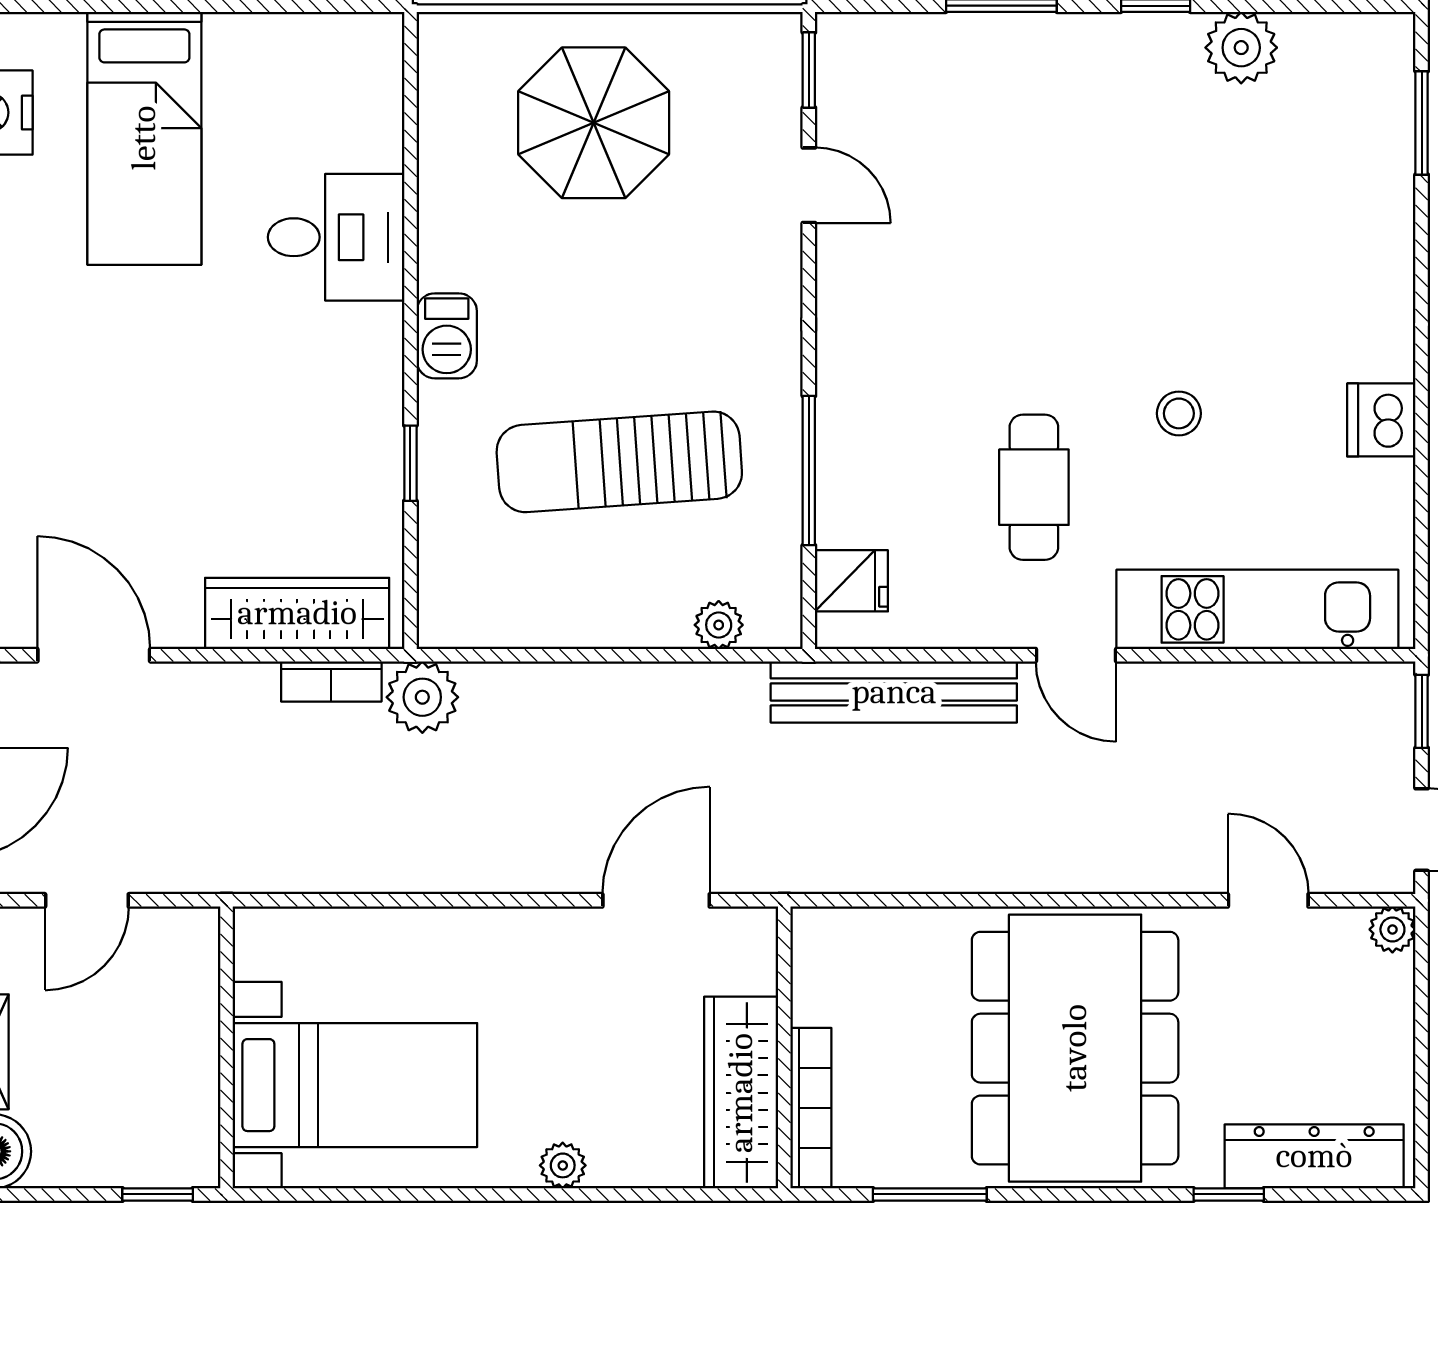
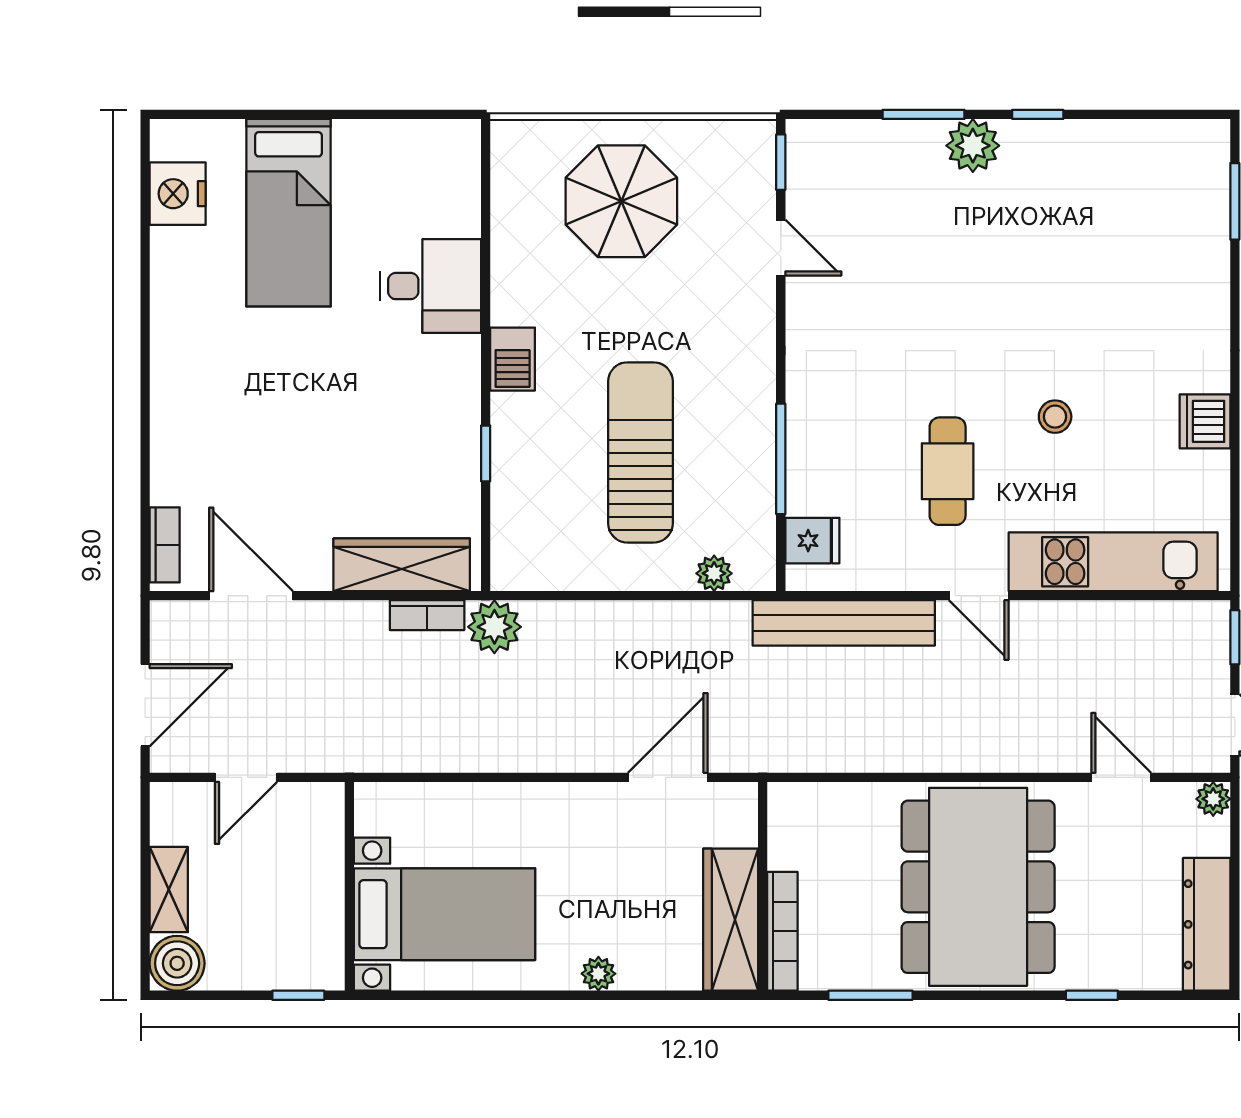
plant: (1241, 48) -> (973, 146), moved
sun lounger: (619, 462) -> (640, 452), turned 94
dresser: (1314, 1156) -> (1207, 924), moved, turned -90

